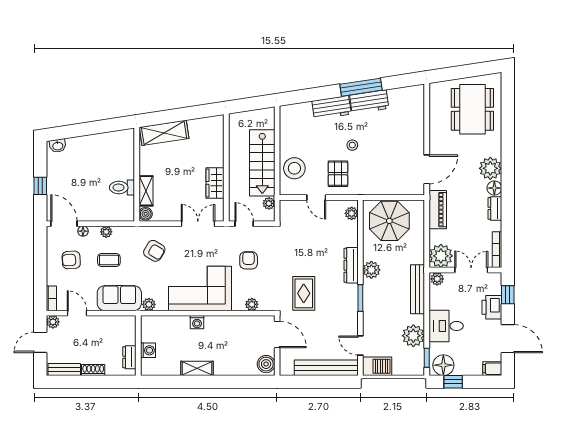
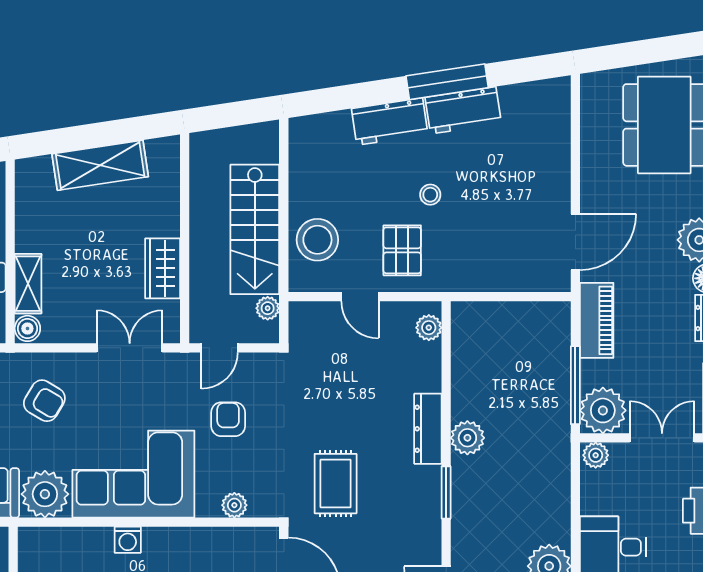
shelving: (164, 133) -> (100, 165), moved
parasol: (389, 221) -> (502, 342), removed
door: (244, 224) -> (220, 348), swing flipped
window: (427, 243) -> (575, 385), added
bench: (418, 289) -> (557, 476), removed
plant: (149, 304) -> (45, 494), width x1.87, depth x1.87

